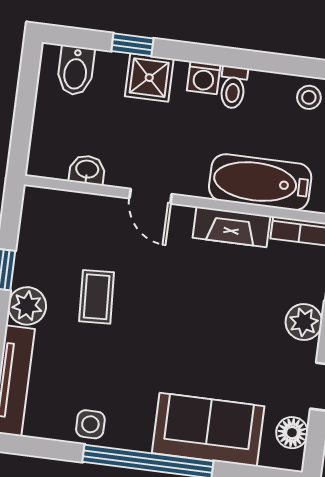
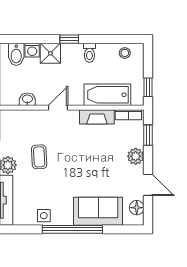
window: (132, 45) -> (69, 39), moved
washing machine: (204, 78) -> (32, 50), moved
door: (151, 196) -> (58, 108), swing flipped

